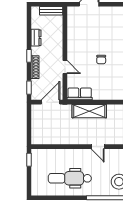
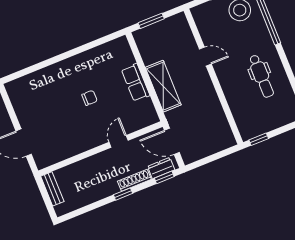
dresser: (36, 38) -> (161, 168), moved
row of seats: (80, 94) -> (136, 82), moved
door: (98, 147) -> (205, 57), hinge flipped
dental chair: (70, 178) -> (261, 76), width x0.73, depth x0.72

